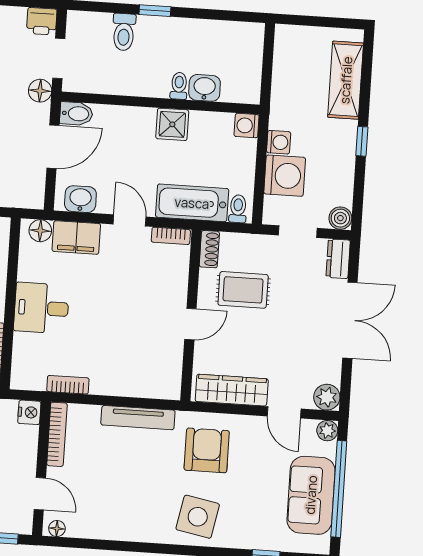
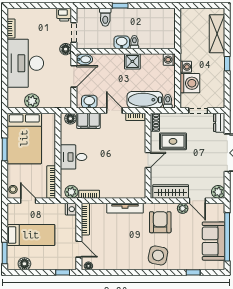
washbasin: (205, 88) -> (122, 42), moved
boiler: (340, 218) -> (219, 102), removed
plant: (33, 378) -> (71, 192), added
plant: (327, 431) -> (183, 208), moved

